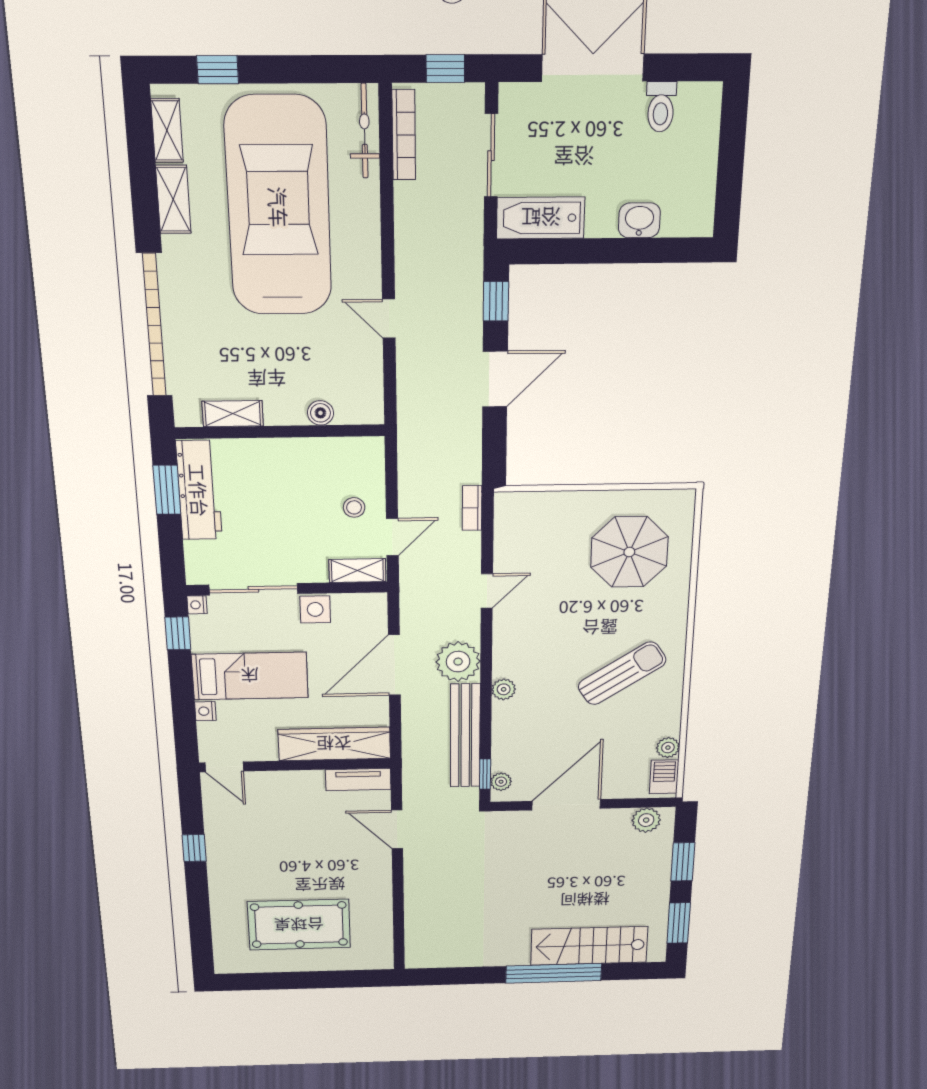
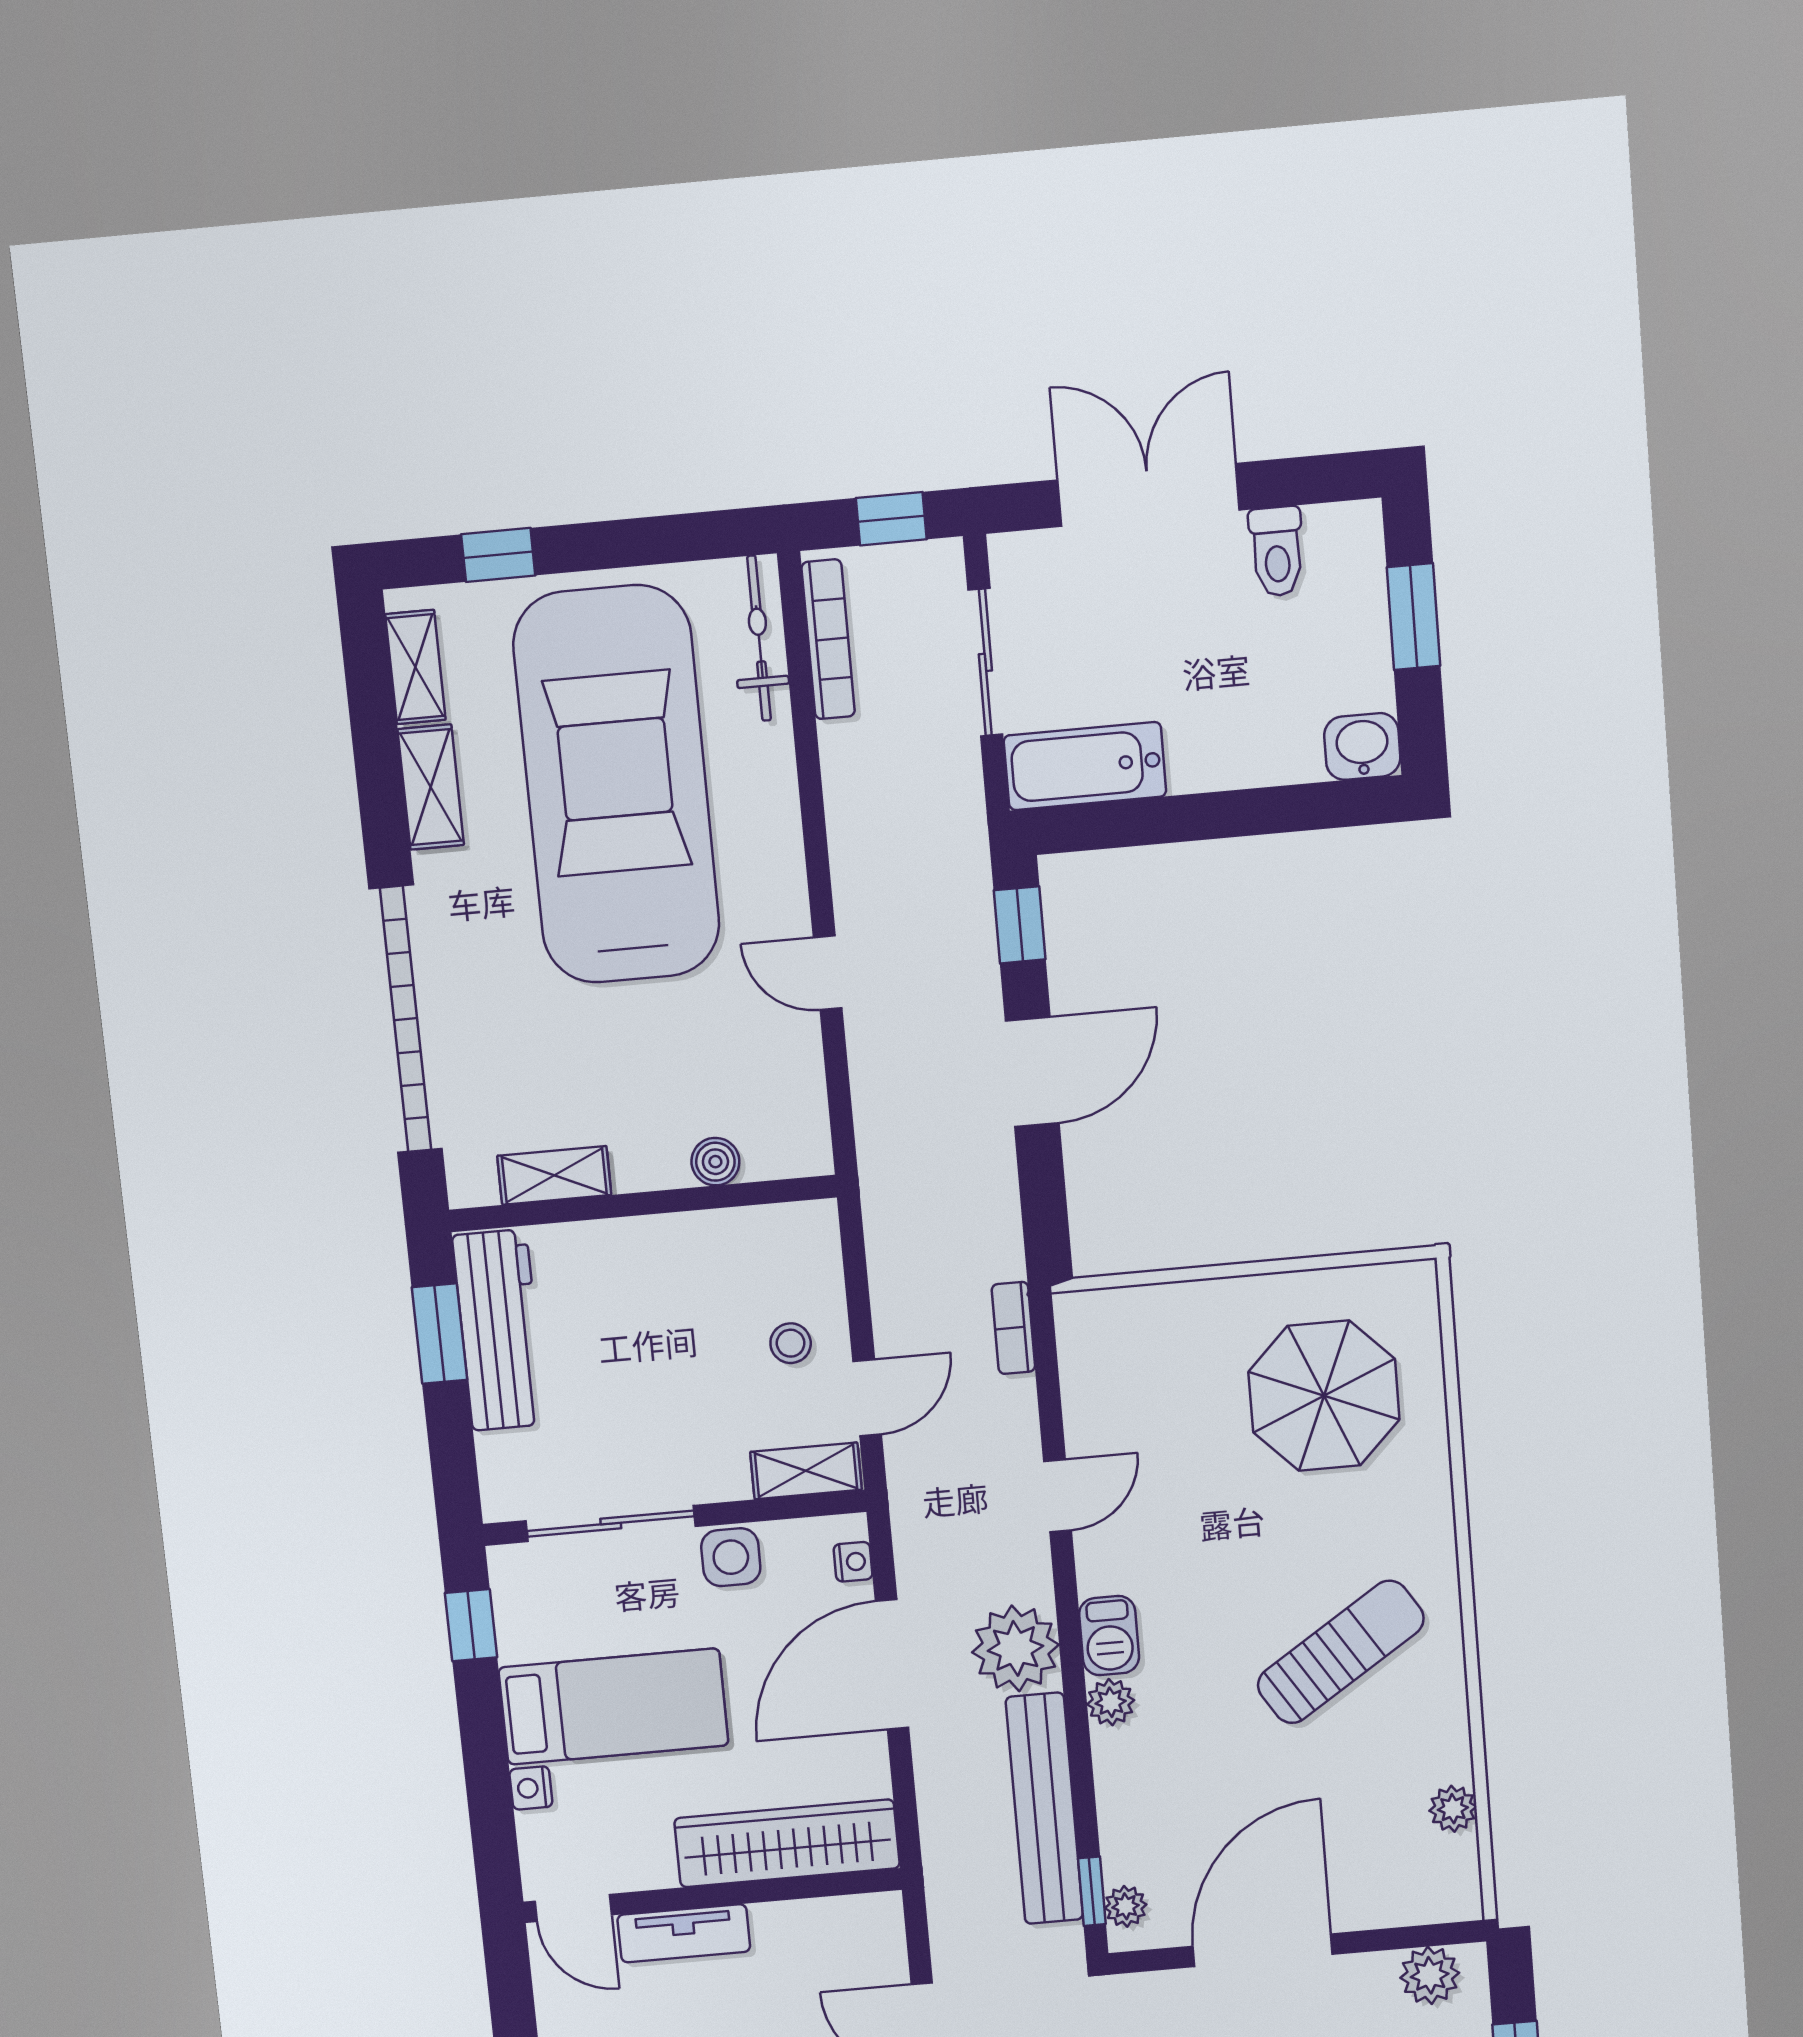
window: (732, 150) -> (1413, 617), added
washbasin: (639, 220) -> (1362, 746), moved
nightstand: (197, 605) -> (853, 1562), moved, turned 180
barbecue: (664, 777) -> (1109, 1636), moved, turned 180
tv unit: (358, 780) -> (684, 1933), moved

